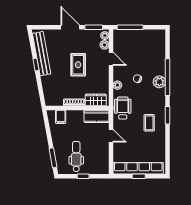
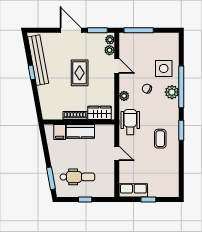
side table: (152, 61) -> (164, 68), added
kitchen counter: (97, 116) -> (80, 131), moved
dental chair: (76, 156) -> (77, 177), turned 90
row of seats: (138, 168) -> (133, 190), width x0.50

